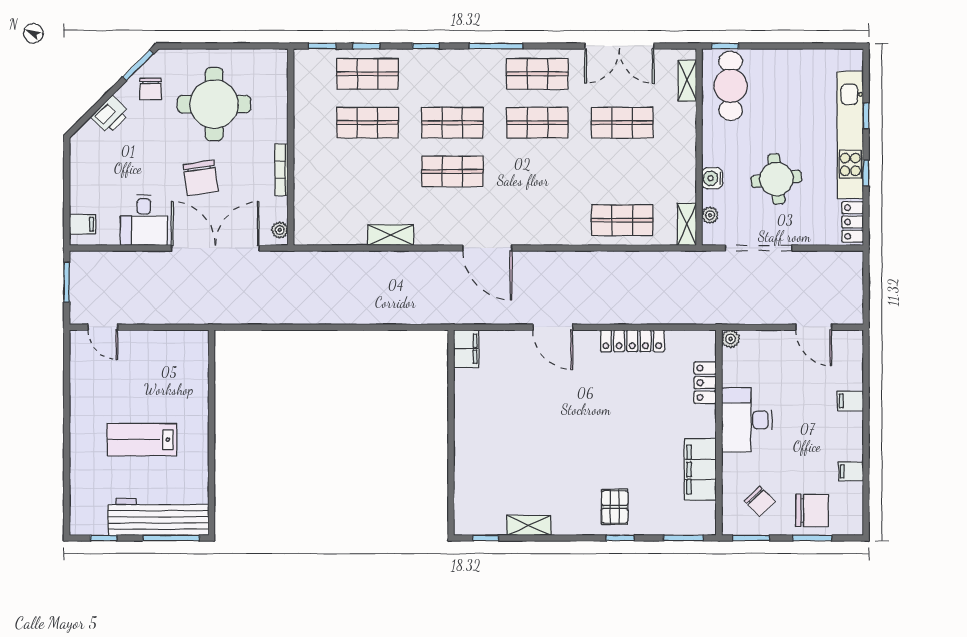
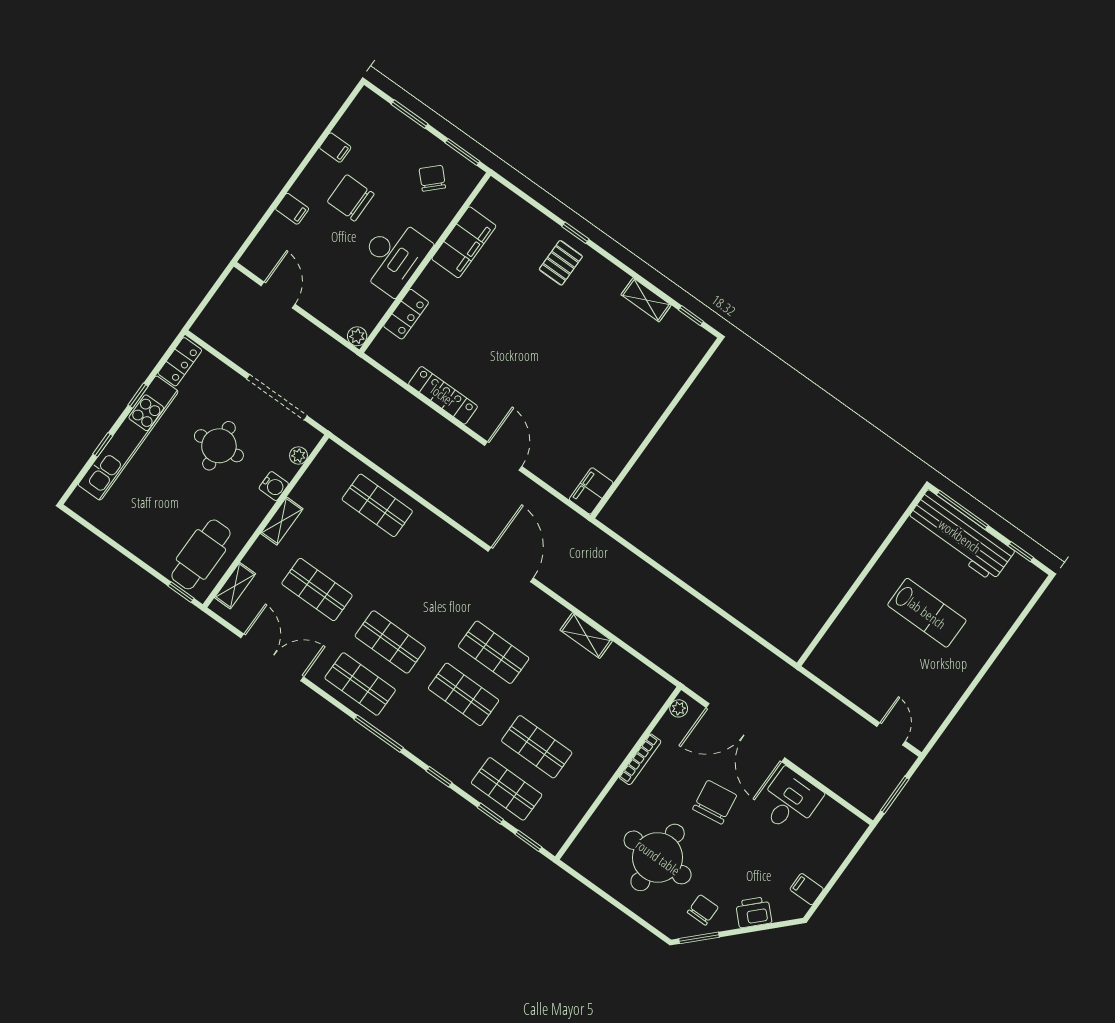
filing cabinet: (82, 224) -> (807, 889), moved
shelving: (687, 224) -> (282, 521), moved
chair: (812, 510) -> (351, 198), moved
window: (683, 538) -> (521, 194), removed

